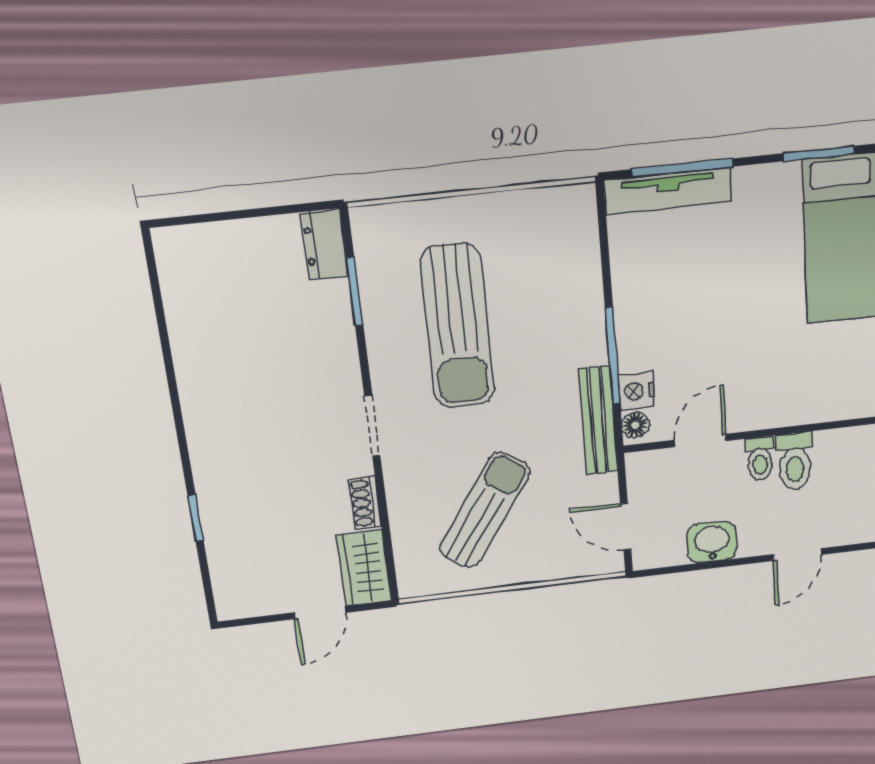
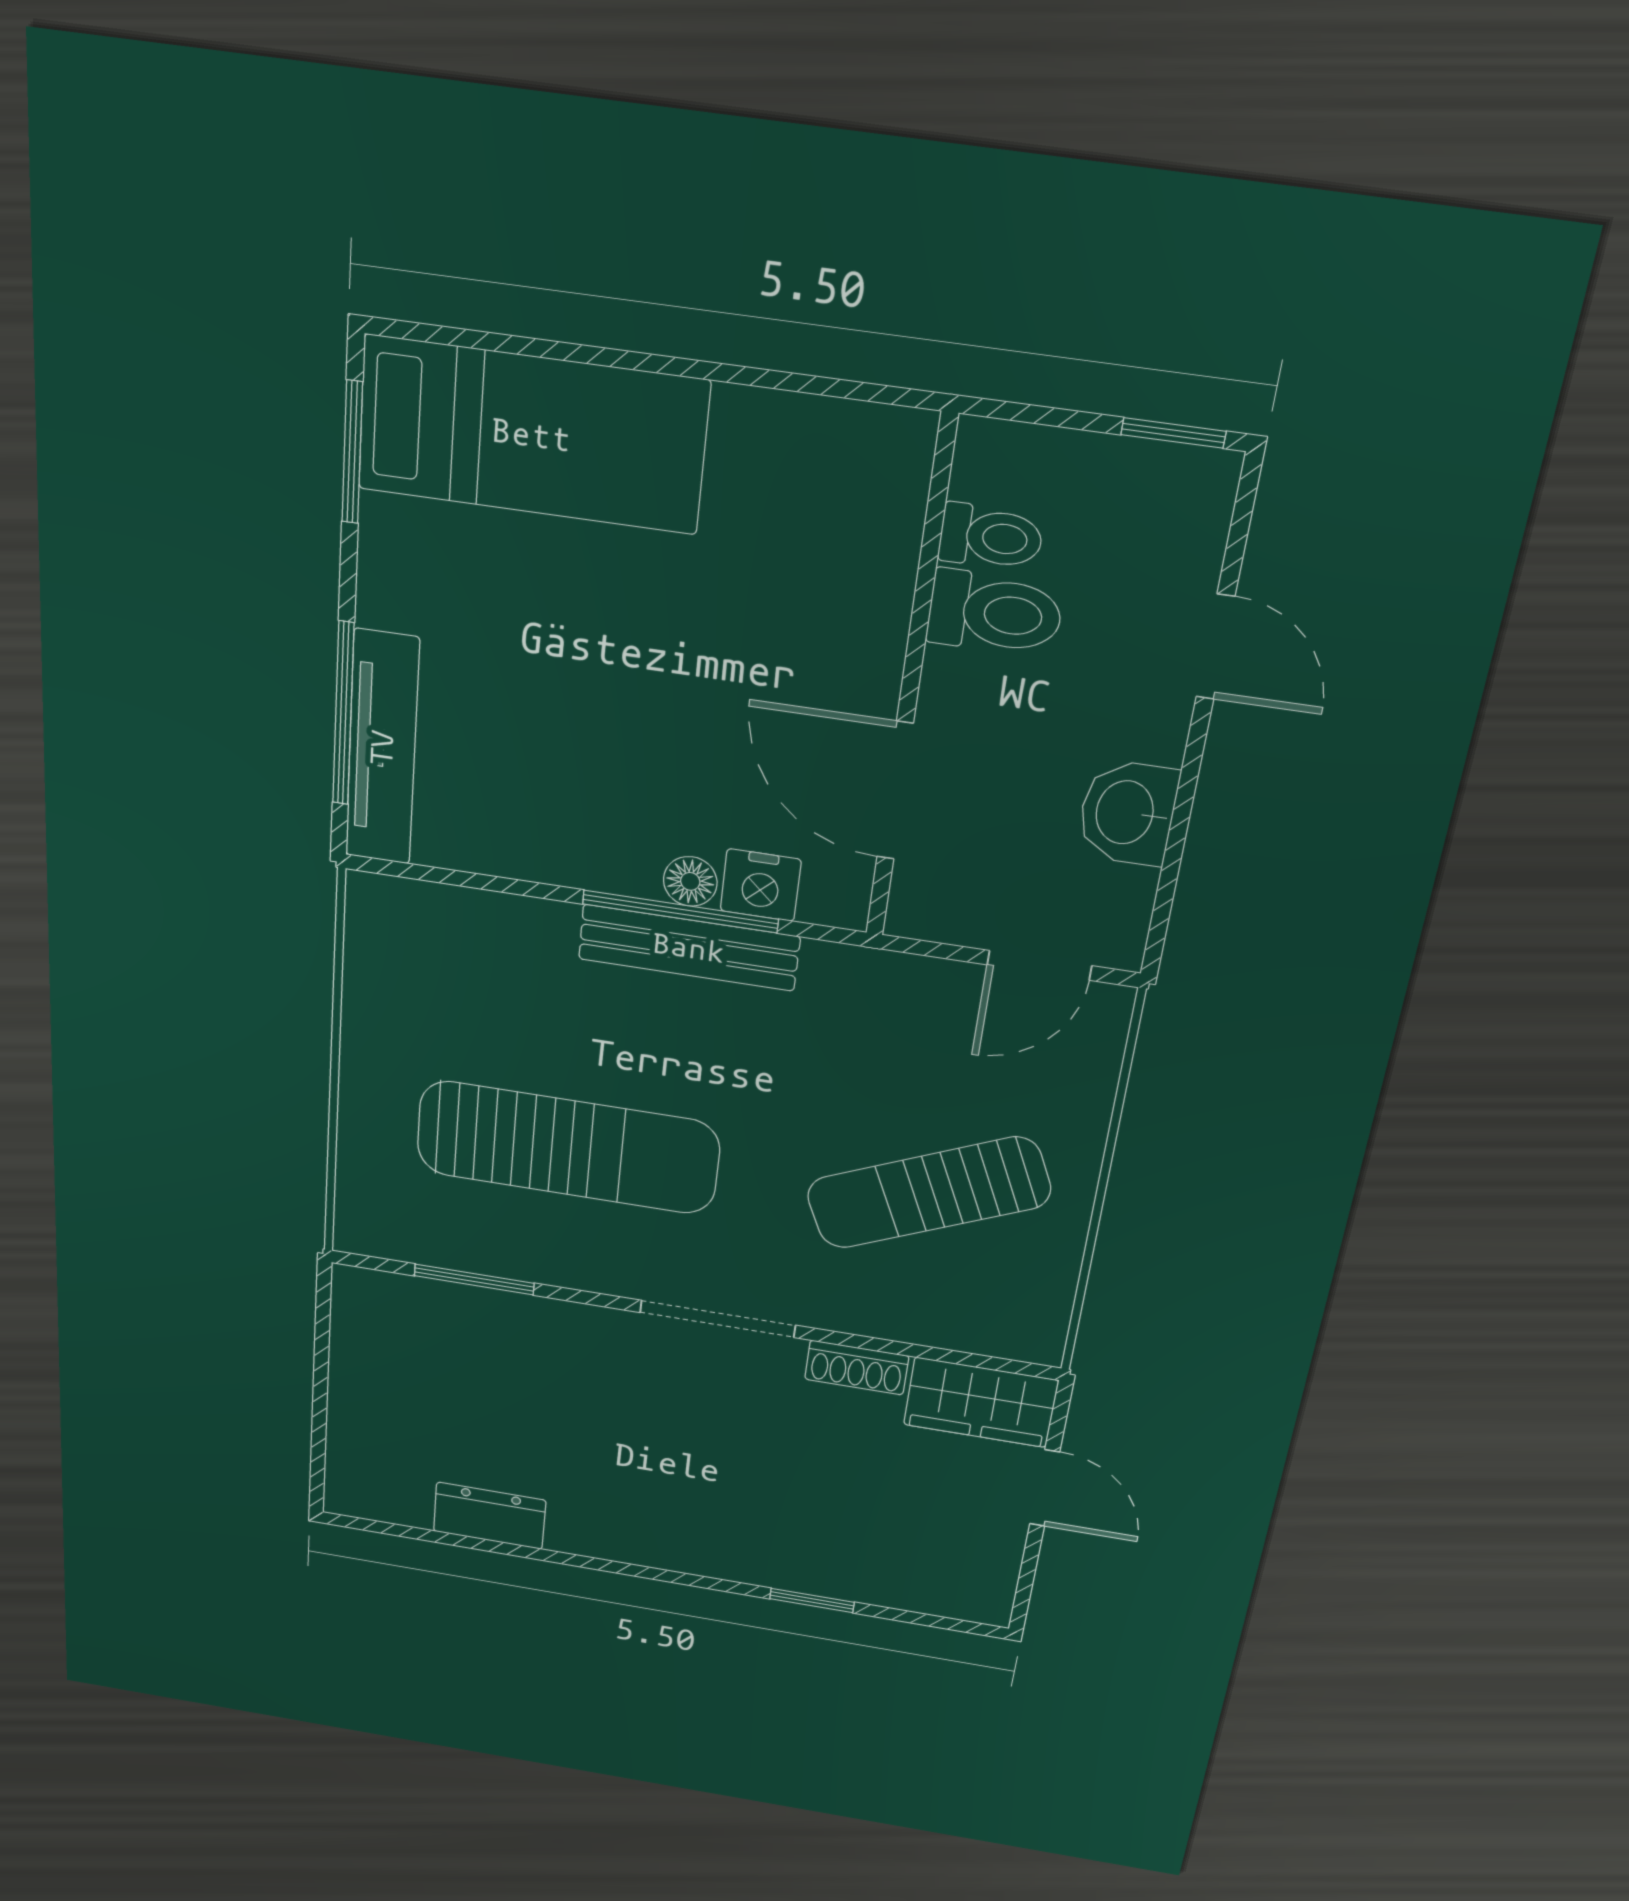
dresser: (325, 245) -> (489, 1516), moved, turned 180
bench: (598, 420) -> (689, 948), moved
floor lamp: (635, 425) -> (690, 881), moved
doorway: (372, 426) -> (718, 1319), width x1.38
door: (700, 441) -> (895, 791), width x1.38
toilet: (760, 459) -> (991, 537), moved
sun lounger: (485, 510) -> (928, 1193), turned -58

